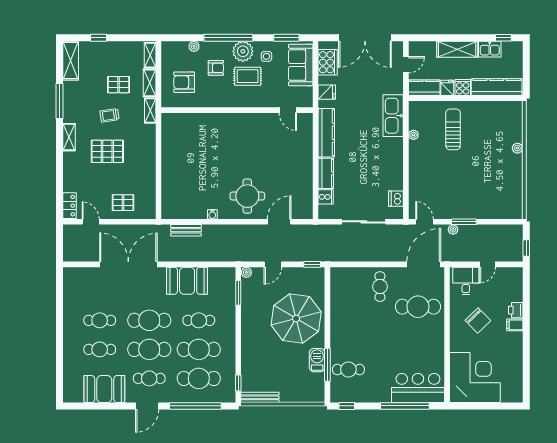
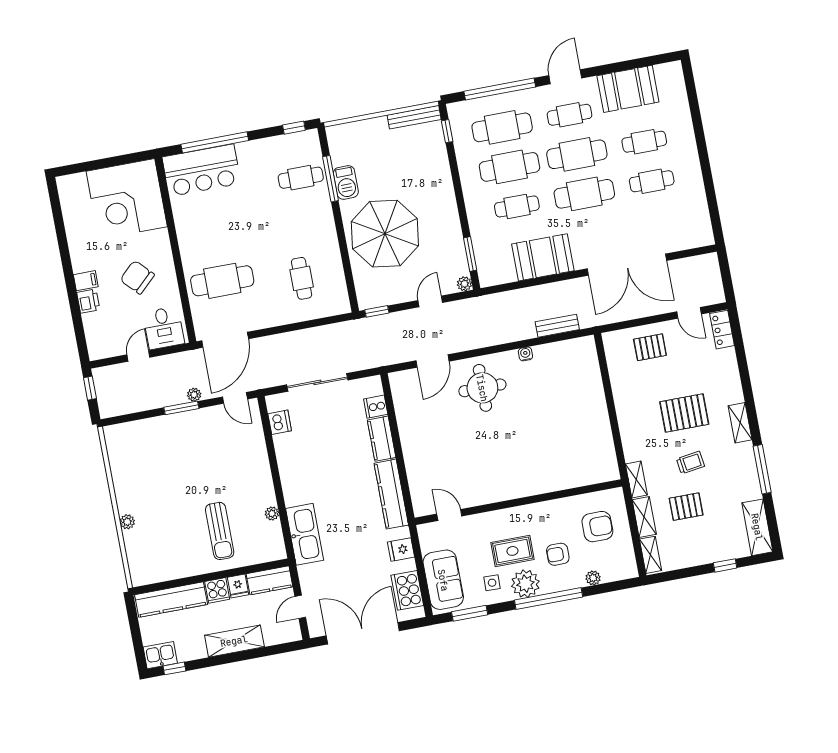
kitchen sink: (490, 49) -> (160, 655), moved
cafe table: (380, 287) -> (302, 278), moved

